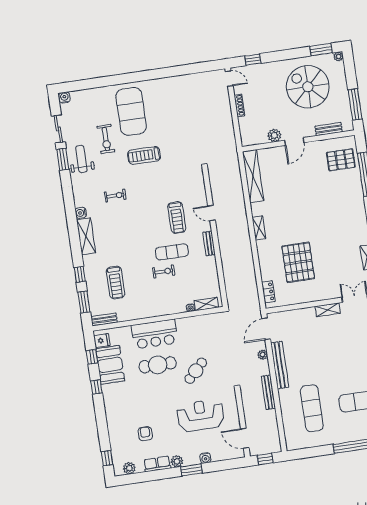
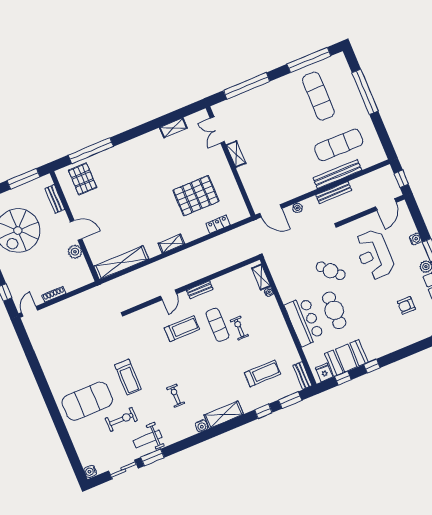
locker: (268, 292) -> (218, 224), moved
bench: (280, 365) -> (337, 174), moved

